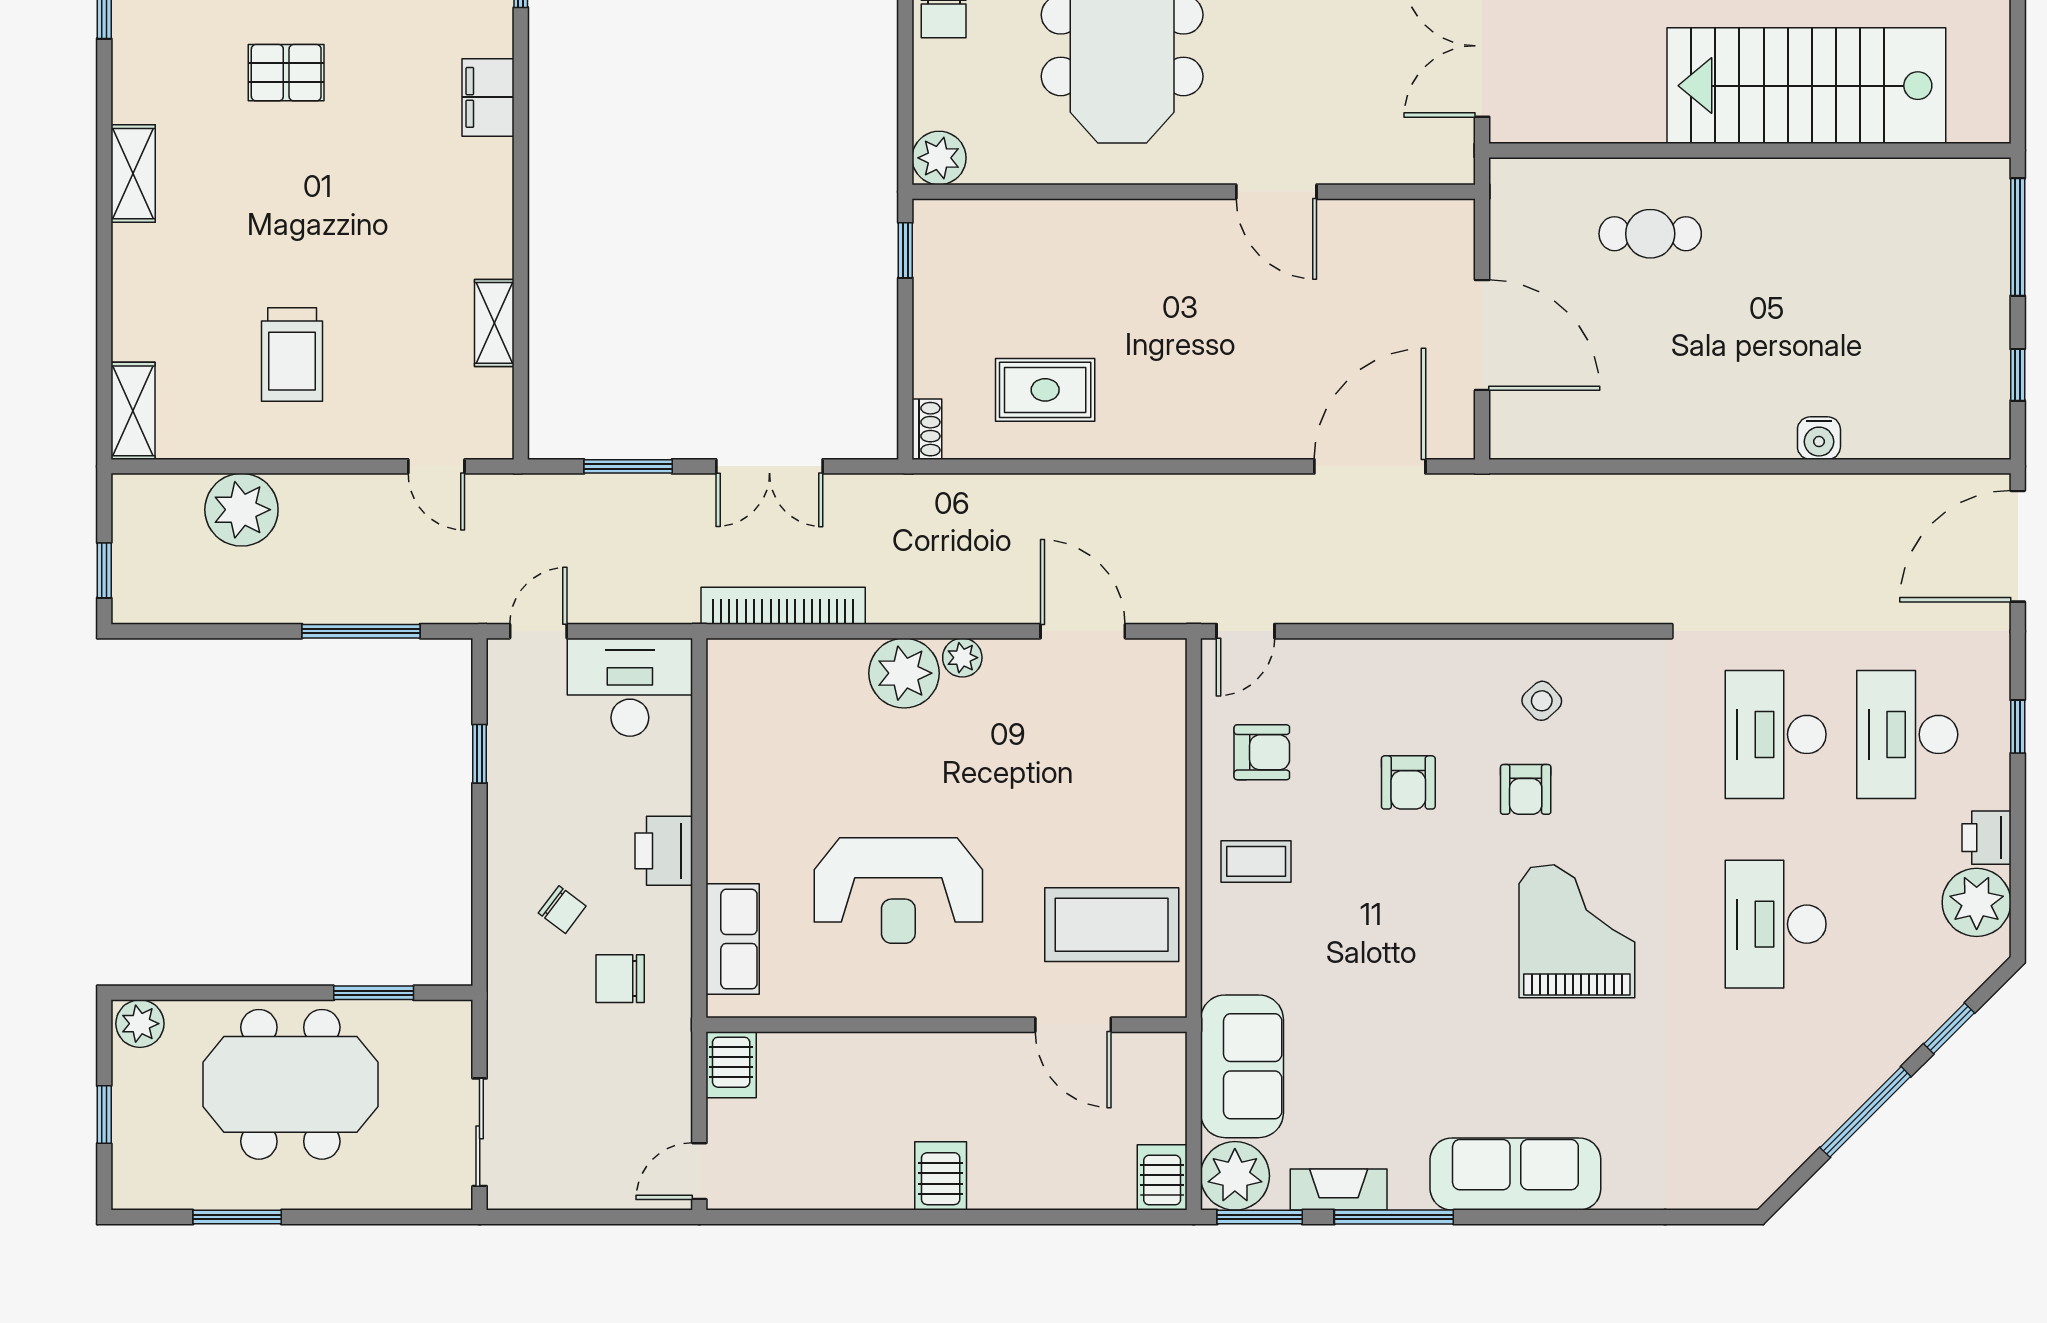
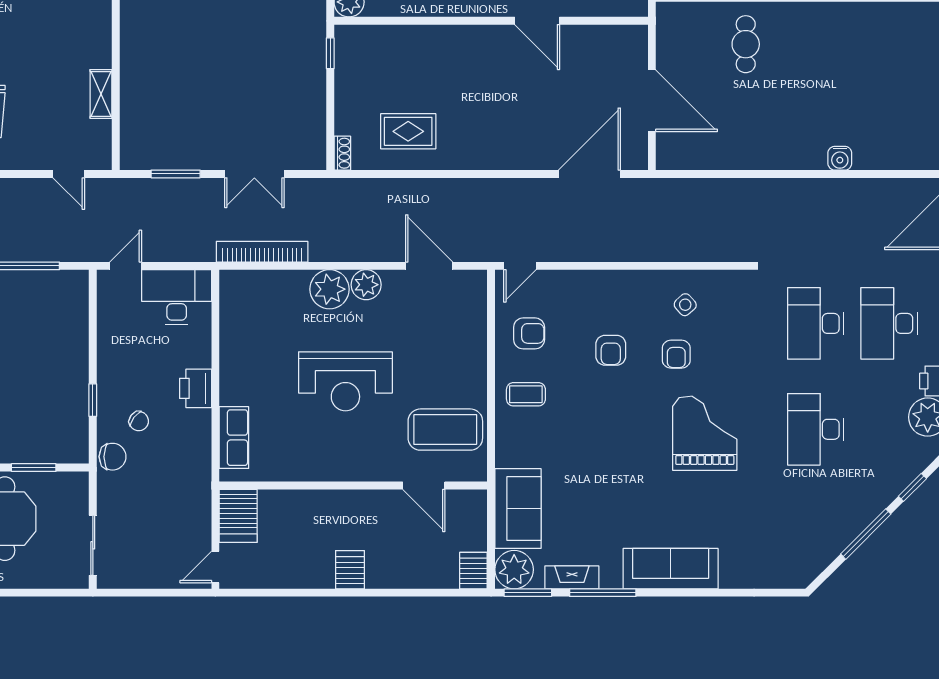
cafe table: (1650, 234) -> (746, 44), turned 90
plant: (962, 658) -> (366, 285), width x1.38, depth x1.38
window: (480, 754) -> (93, 400), moved
reception desk: (898, 891) -> (345, 381), moved
chair: (620, 979) -> (113, 457), moved, turned 180
server rack: (731, 1065) -> (238, 516), width x1.36, depth x1.44

